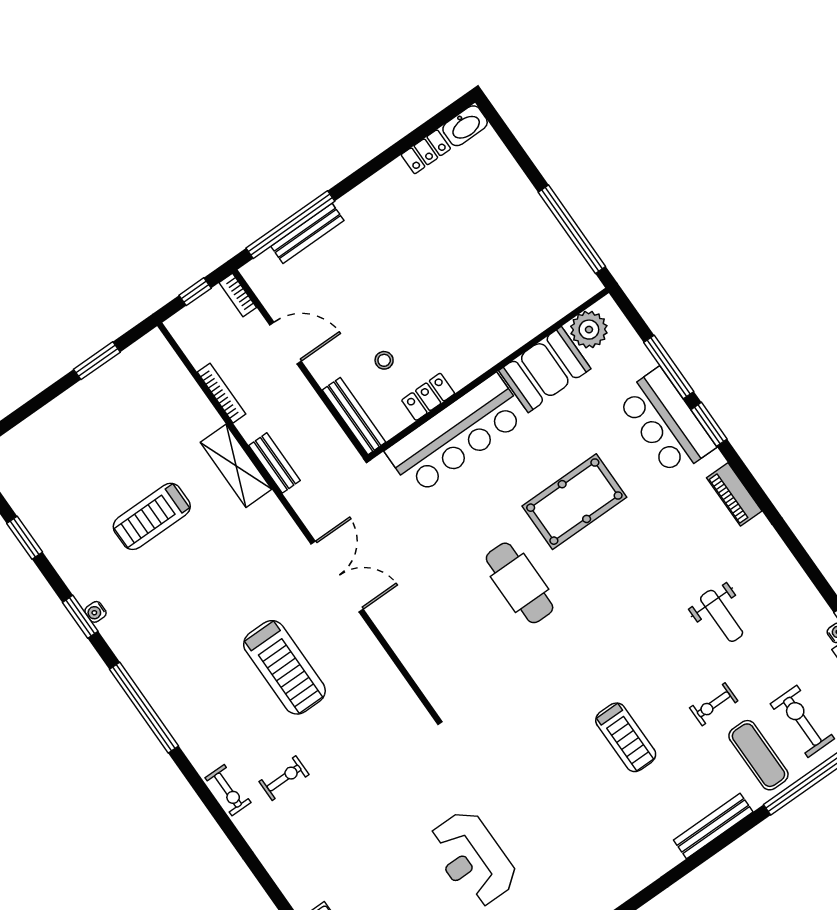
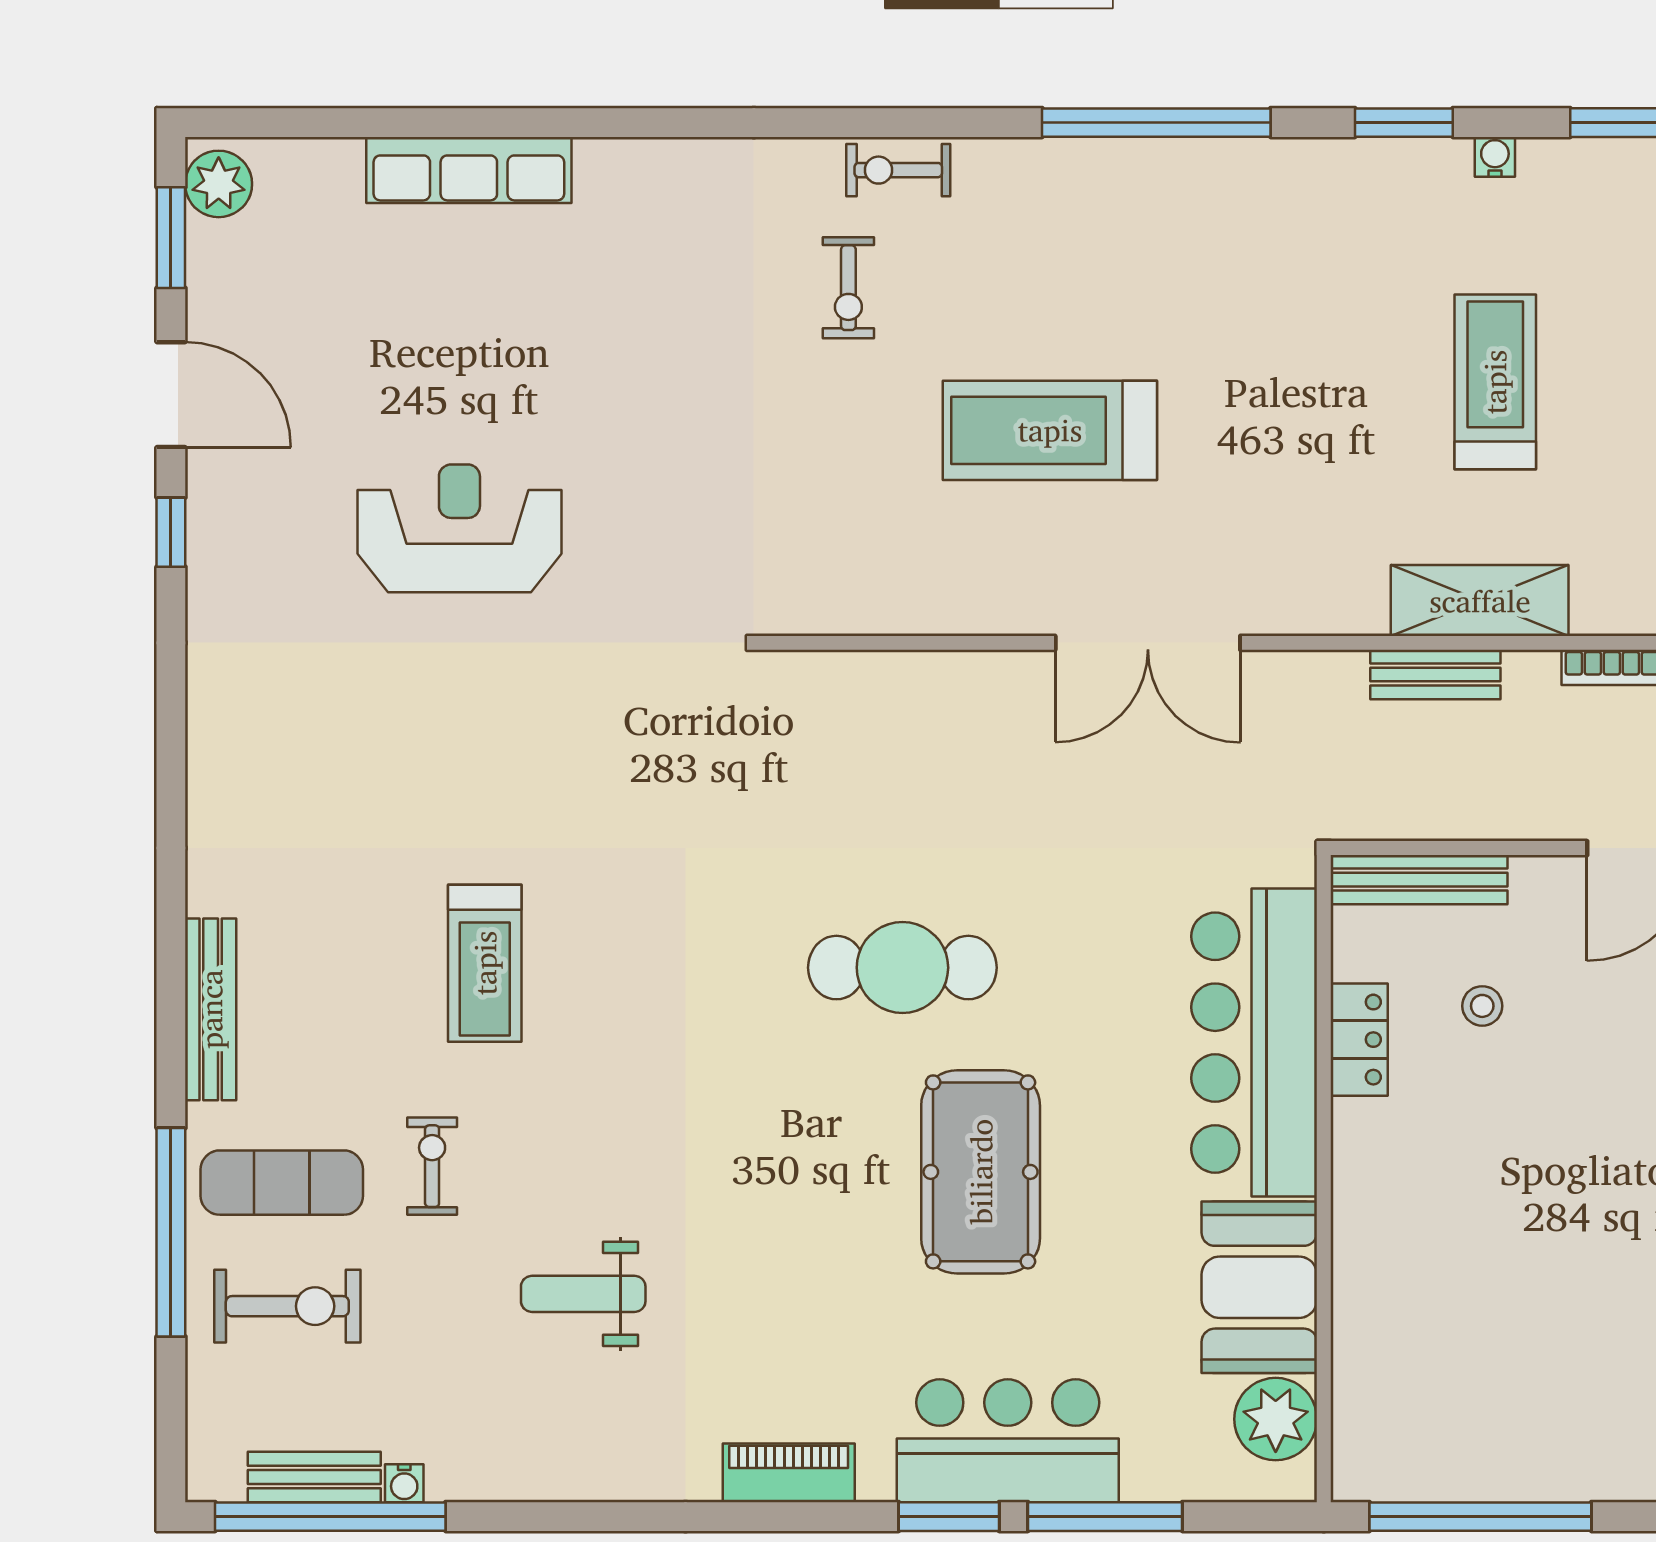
water cooler: (96, 612) -> (1495, 157), moved
treadmill: (626, 737) -> (485, 963), turned -90

